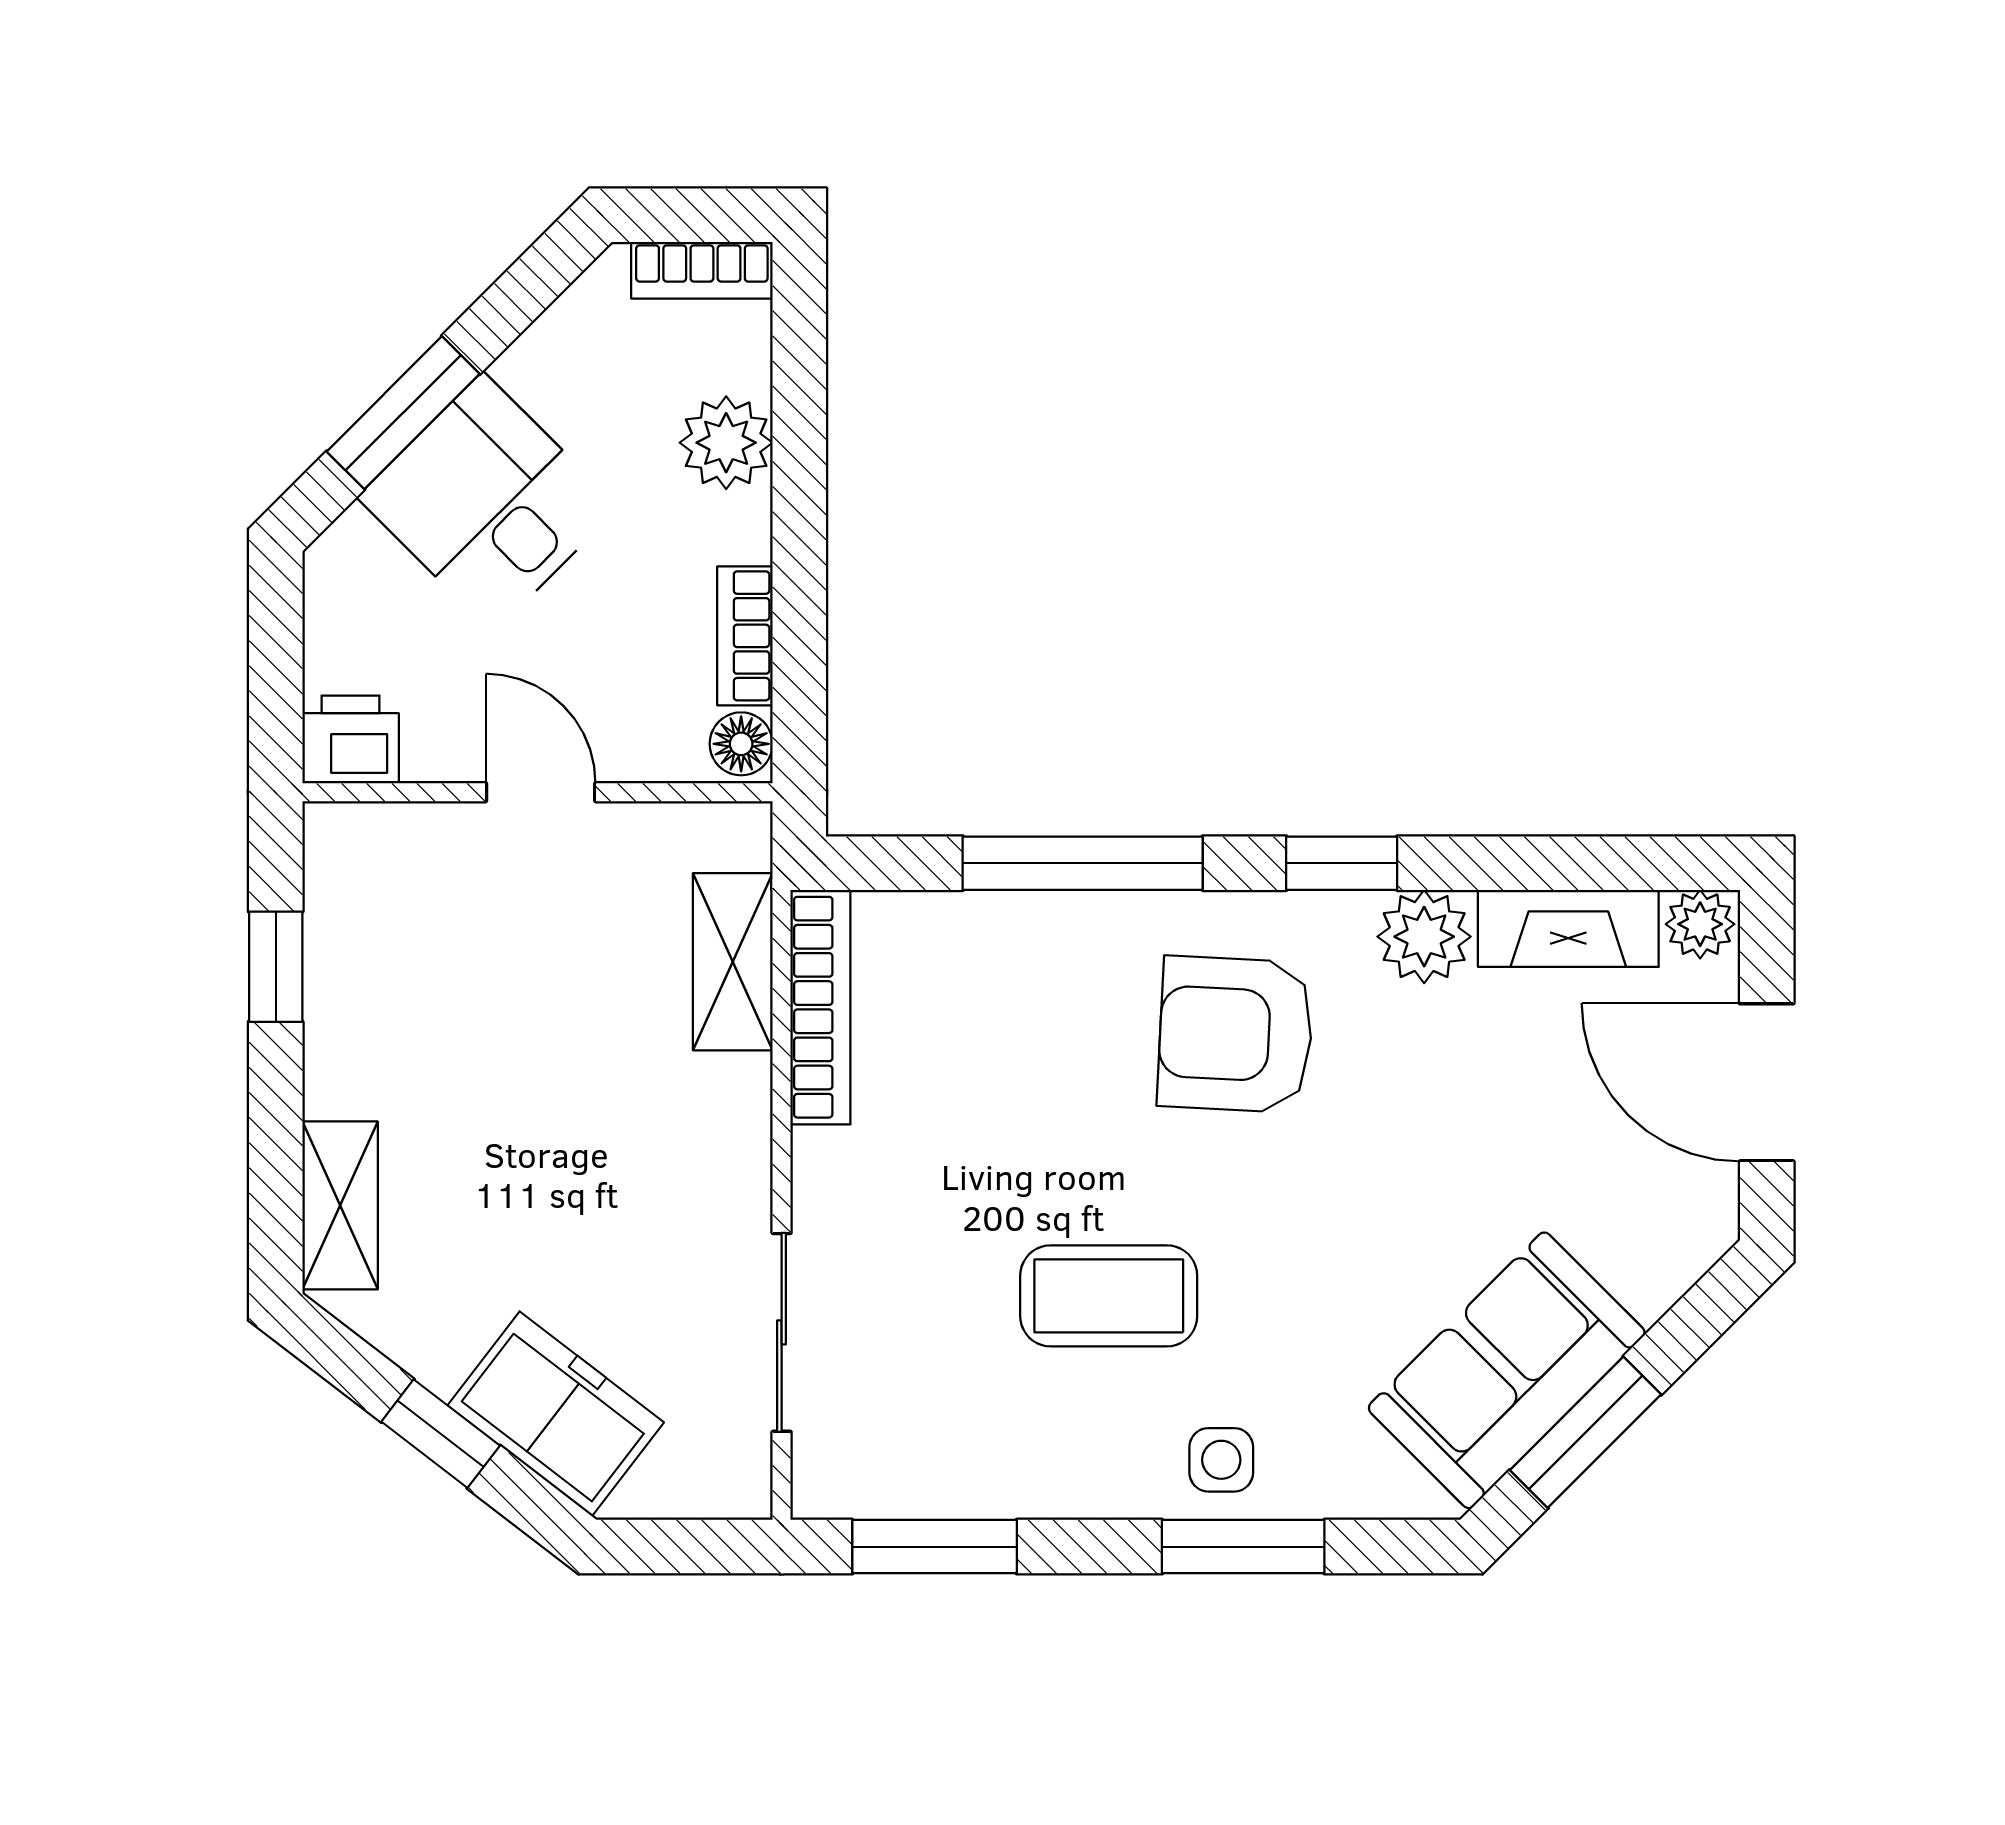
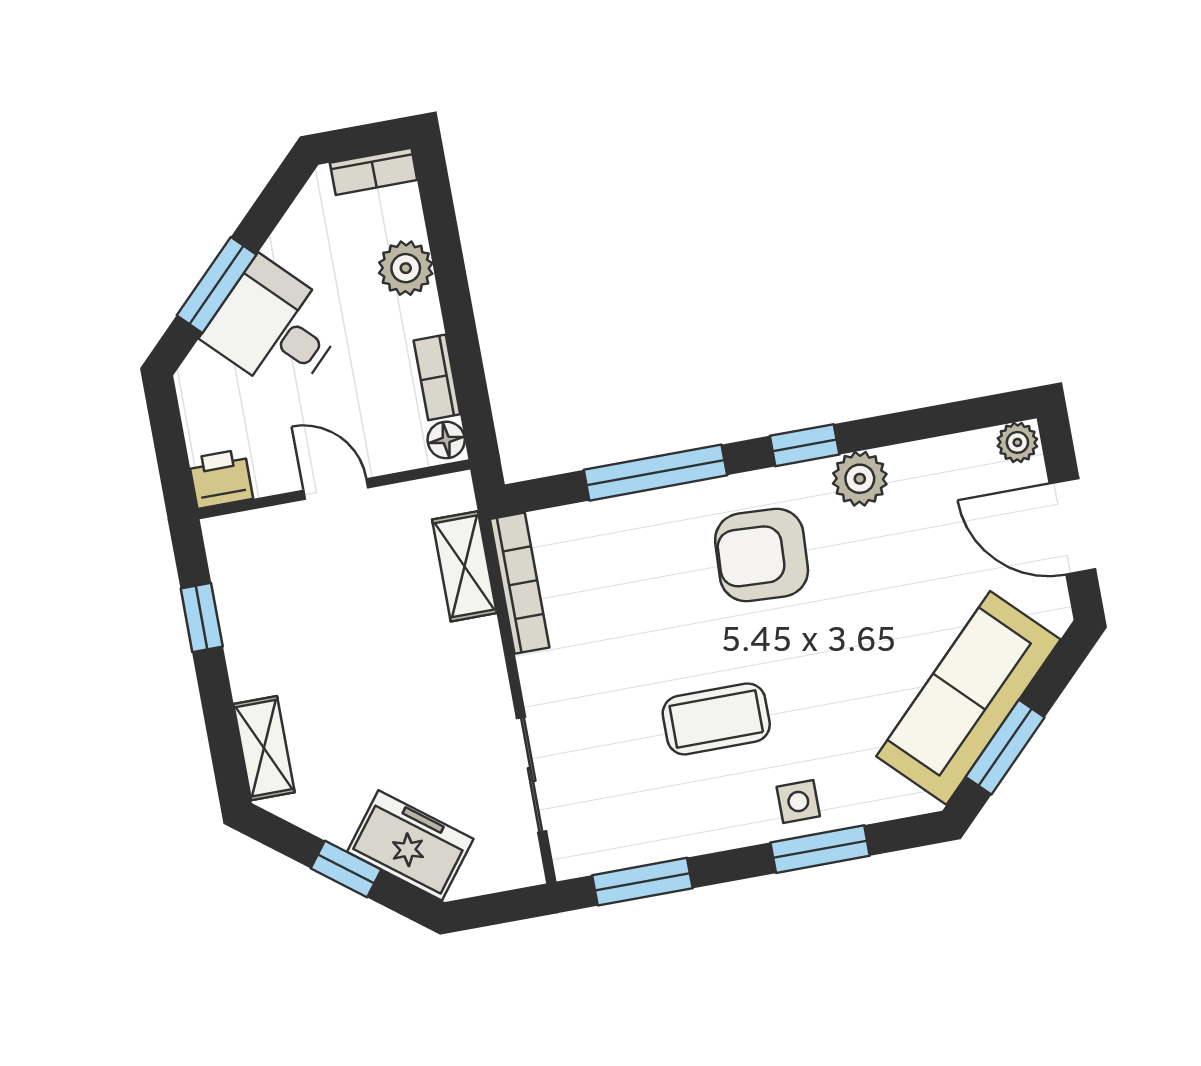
fireplace: (1568, 928) -> (942, 459), removed
sofa: (1507, 1370) -> (968, 698), width x1.36

